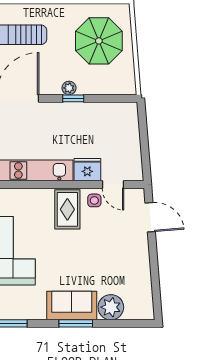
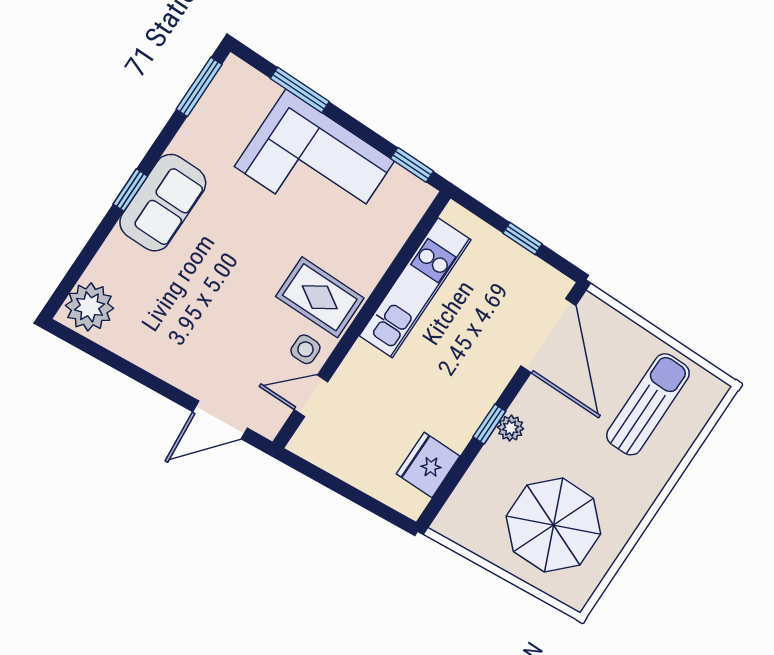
fridge: (87, 170) -> (428, 465), moved, turned 180
plant: (111, 307) -> (89, 307), moved
window: (76, 323) -> (130, 190), width x0.67

